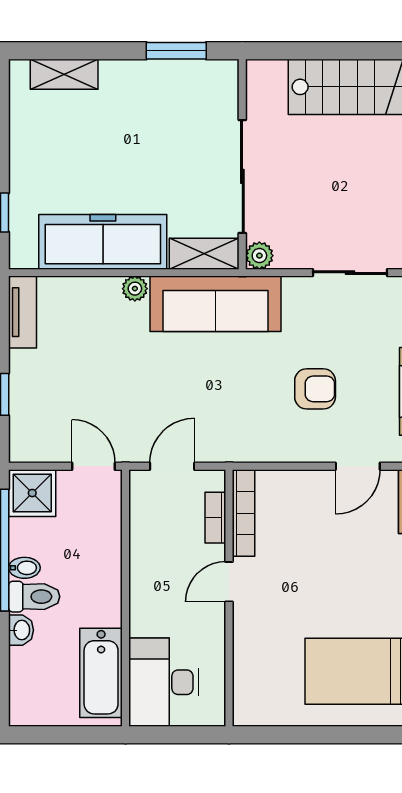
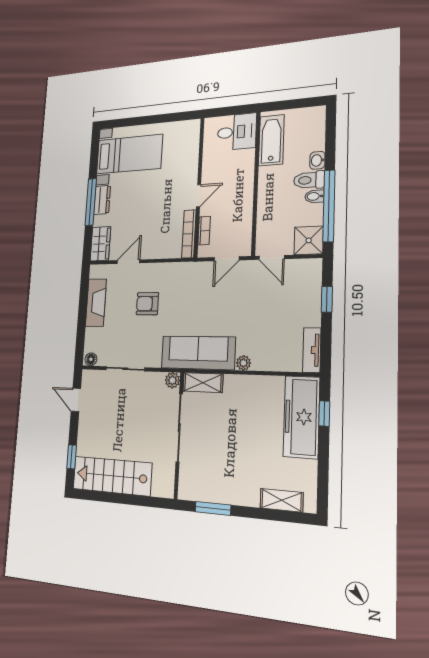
freezer: (103, 242) -> (302, 417), moved, turned 90
desk: (164, 682) -> (237, 132), width x0.73

